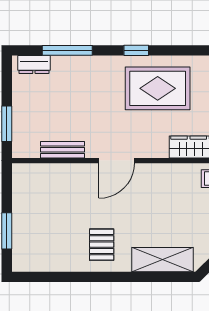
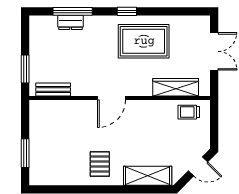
dresser: (34, 65) -> (71, 23), moved
bench: (62, 150) -> (53, 89), moved

